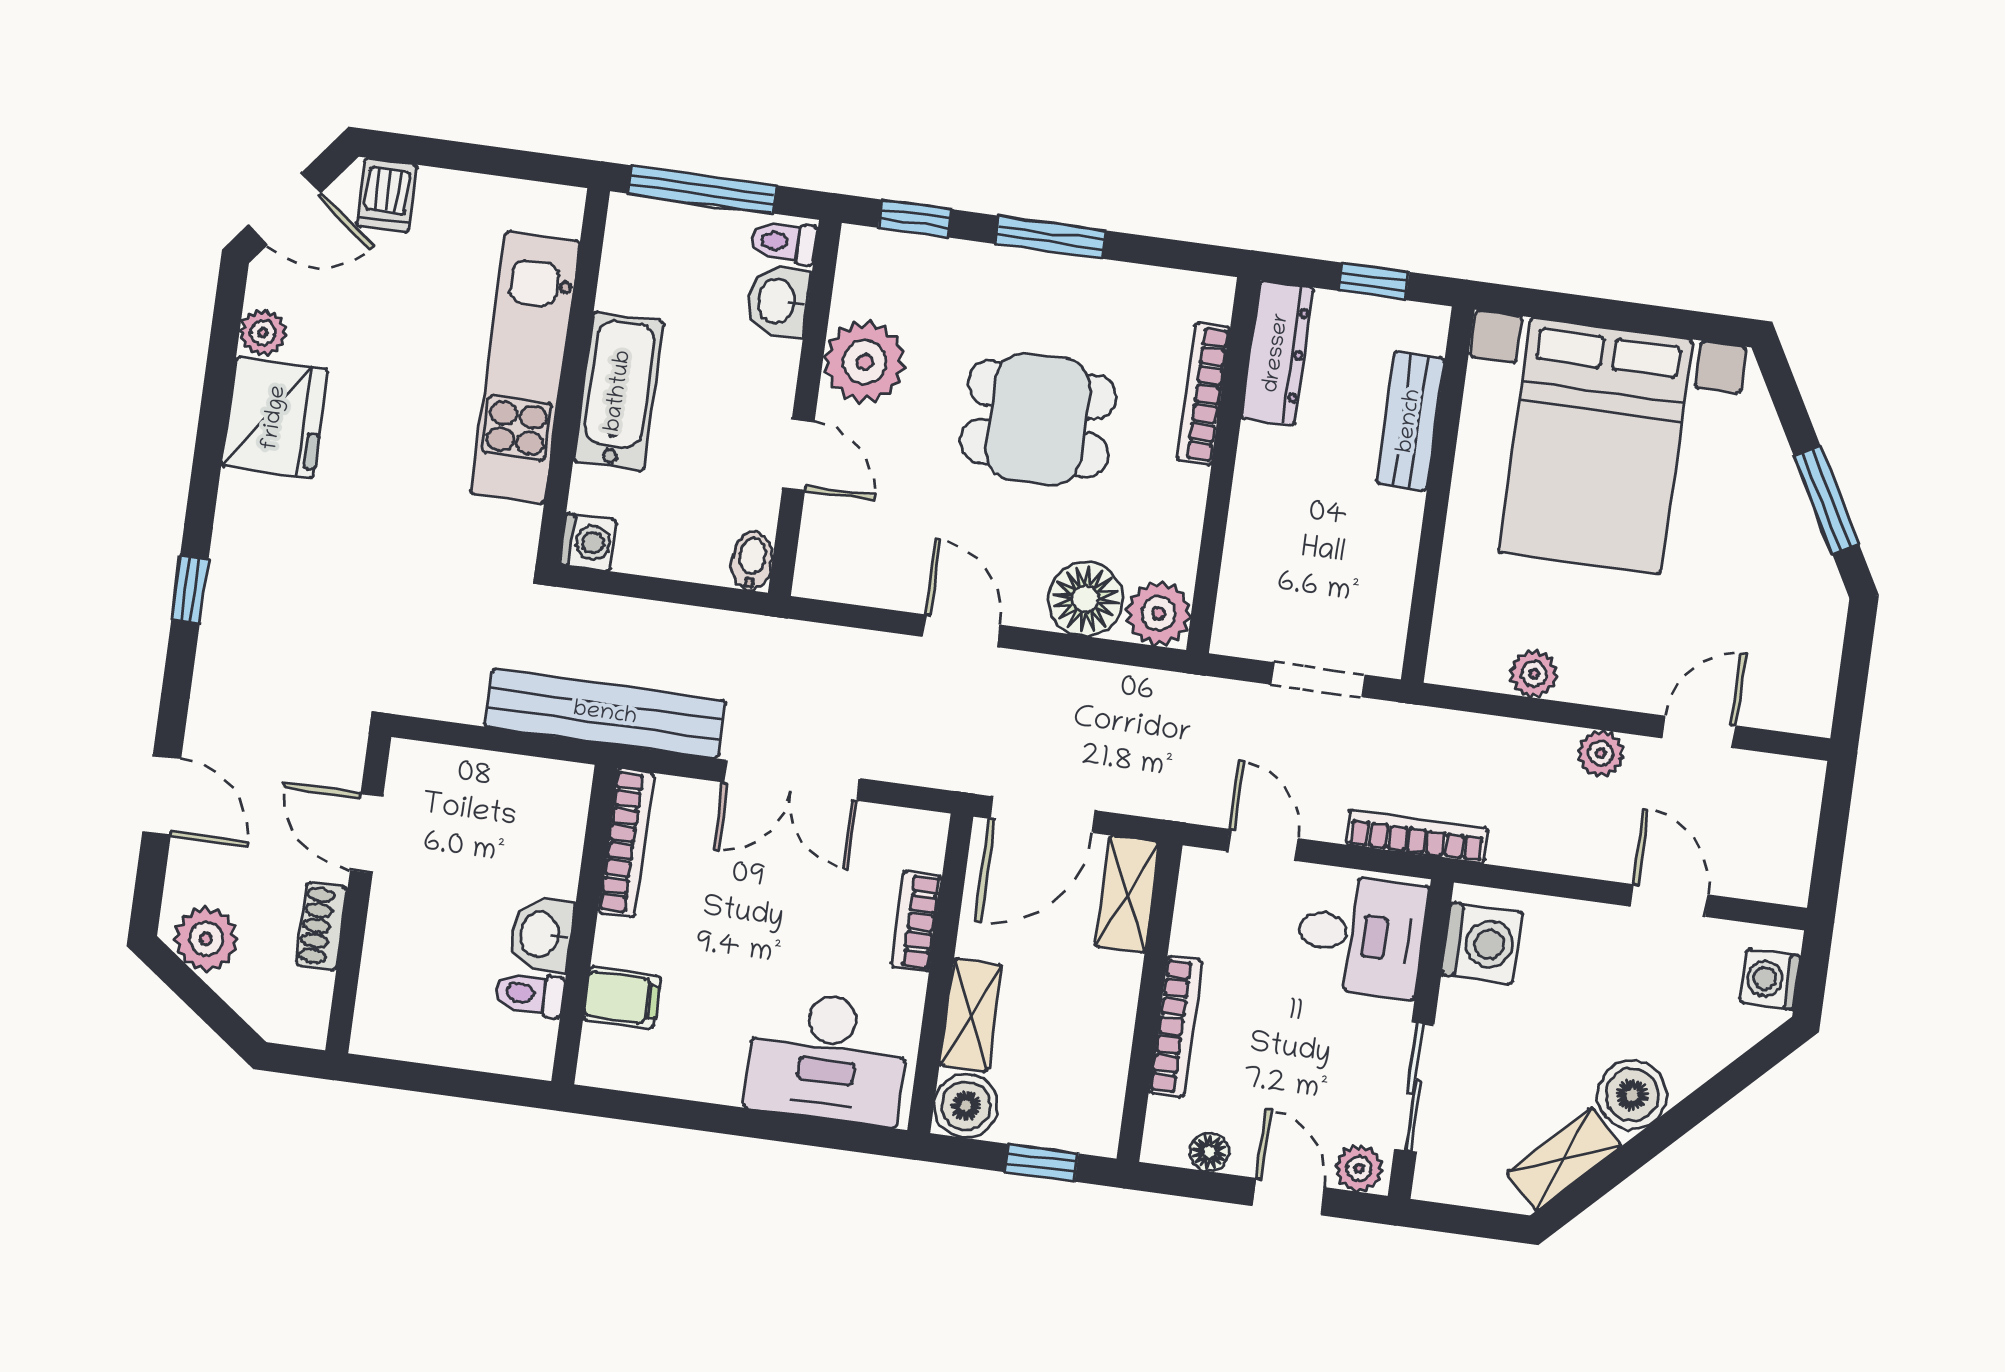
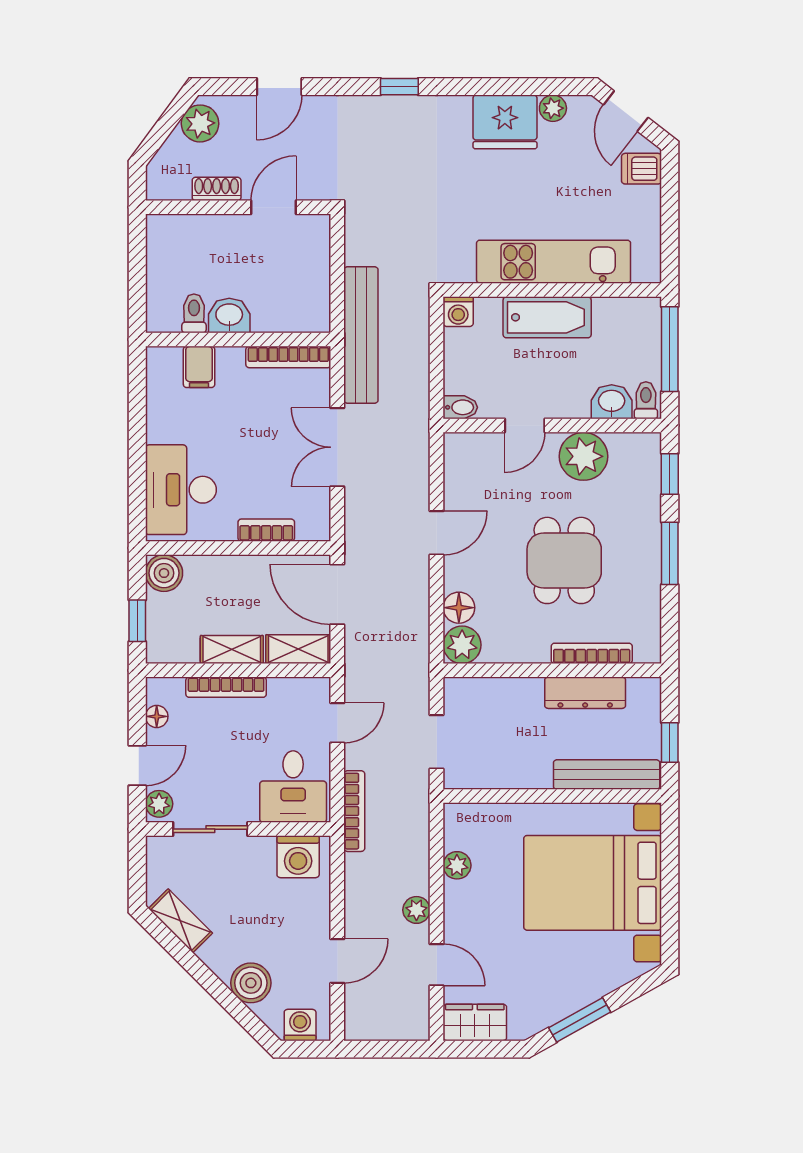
dresser: (1277, 353) -> (585, 693), moved
bench: (1410, 421) -> (607, 775), width x1.36
floor lamp: (1085, 599) -> (459, 608), width x0.73, depth x0.73
wardrobe: (1806, 680) -> (475, 1022), added
shelving: (971, 1015) -> (232, 650), moved
boiler: (1632, 1095) -> (251, 983), moved

